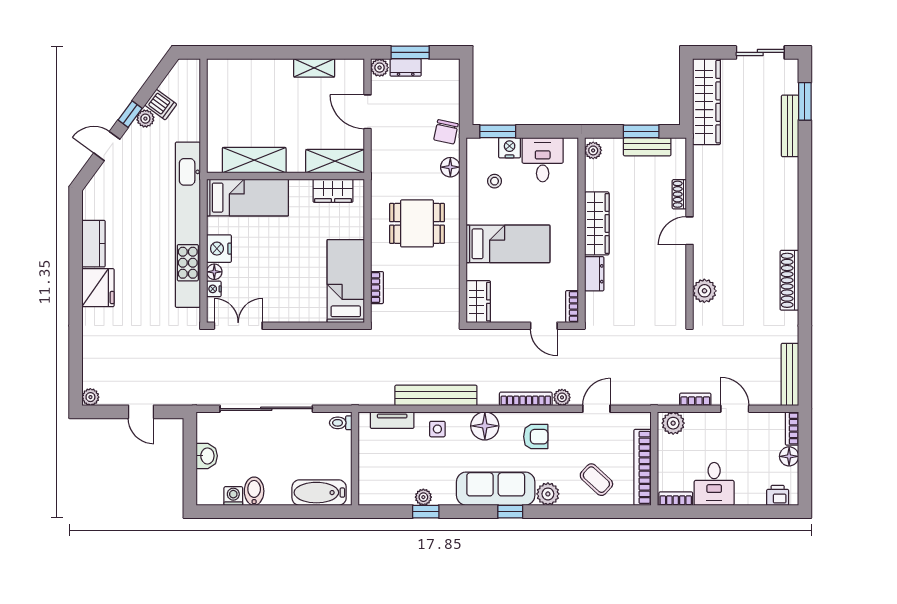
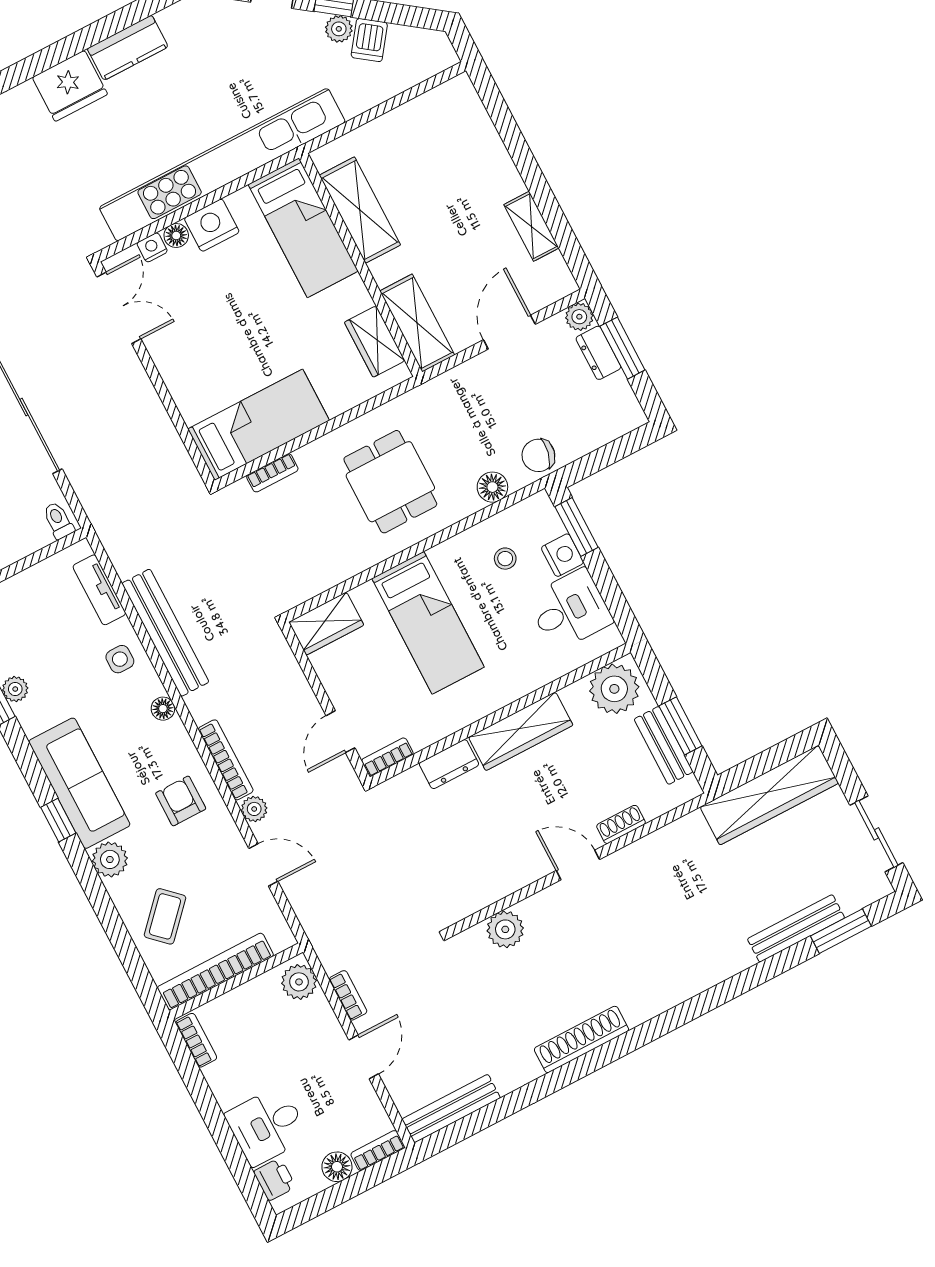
plant: (593, 150) -> (614, 689), width x1.87, depth x1.87
floor lamp: (485, 426) -> (163, 709), width x0.53, depth x0.53
armchair: (536, 437) -> (181, 801), turned 180
desk: (714, 484) -> (267, 1126), moved

